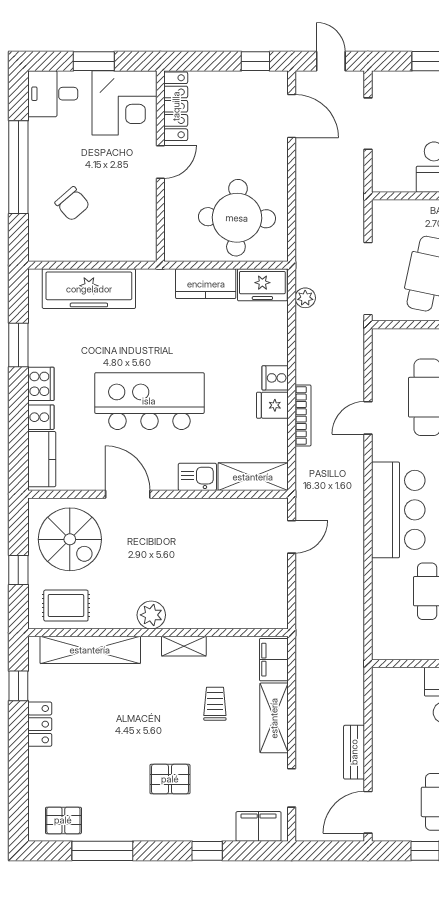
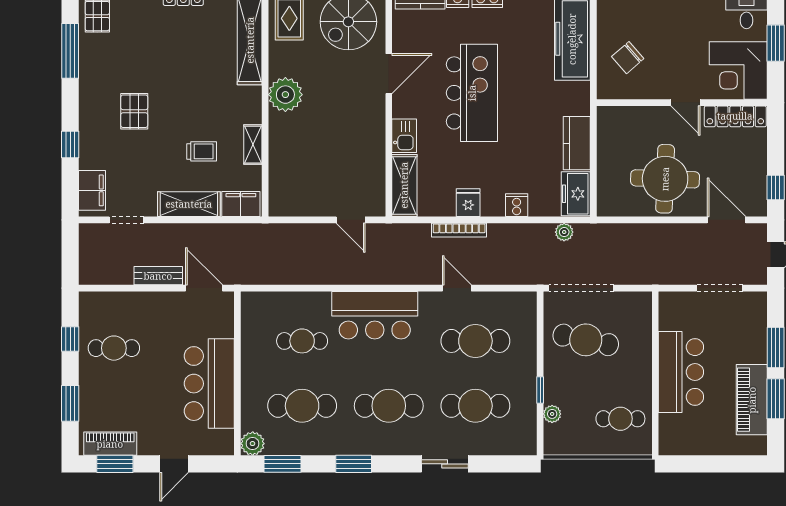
door: (292, 116) -> (727, 220), swing flipped
chair: (72, 204) -> (628, 58), moved
round table: (237, 218) -> (665, 179), moved
cooker: (275, 378) -> (517, 205), moved
plant: (151, 615) -> (285, 95), width x1.36, depth x1.36
shelving: (184, 646) -> (253, 145), moved
door: (368, 812) -> (204, 288), moved

